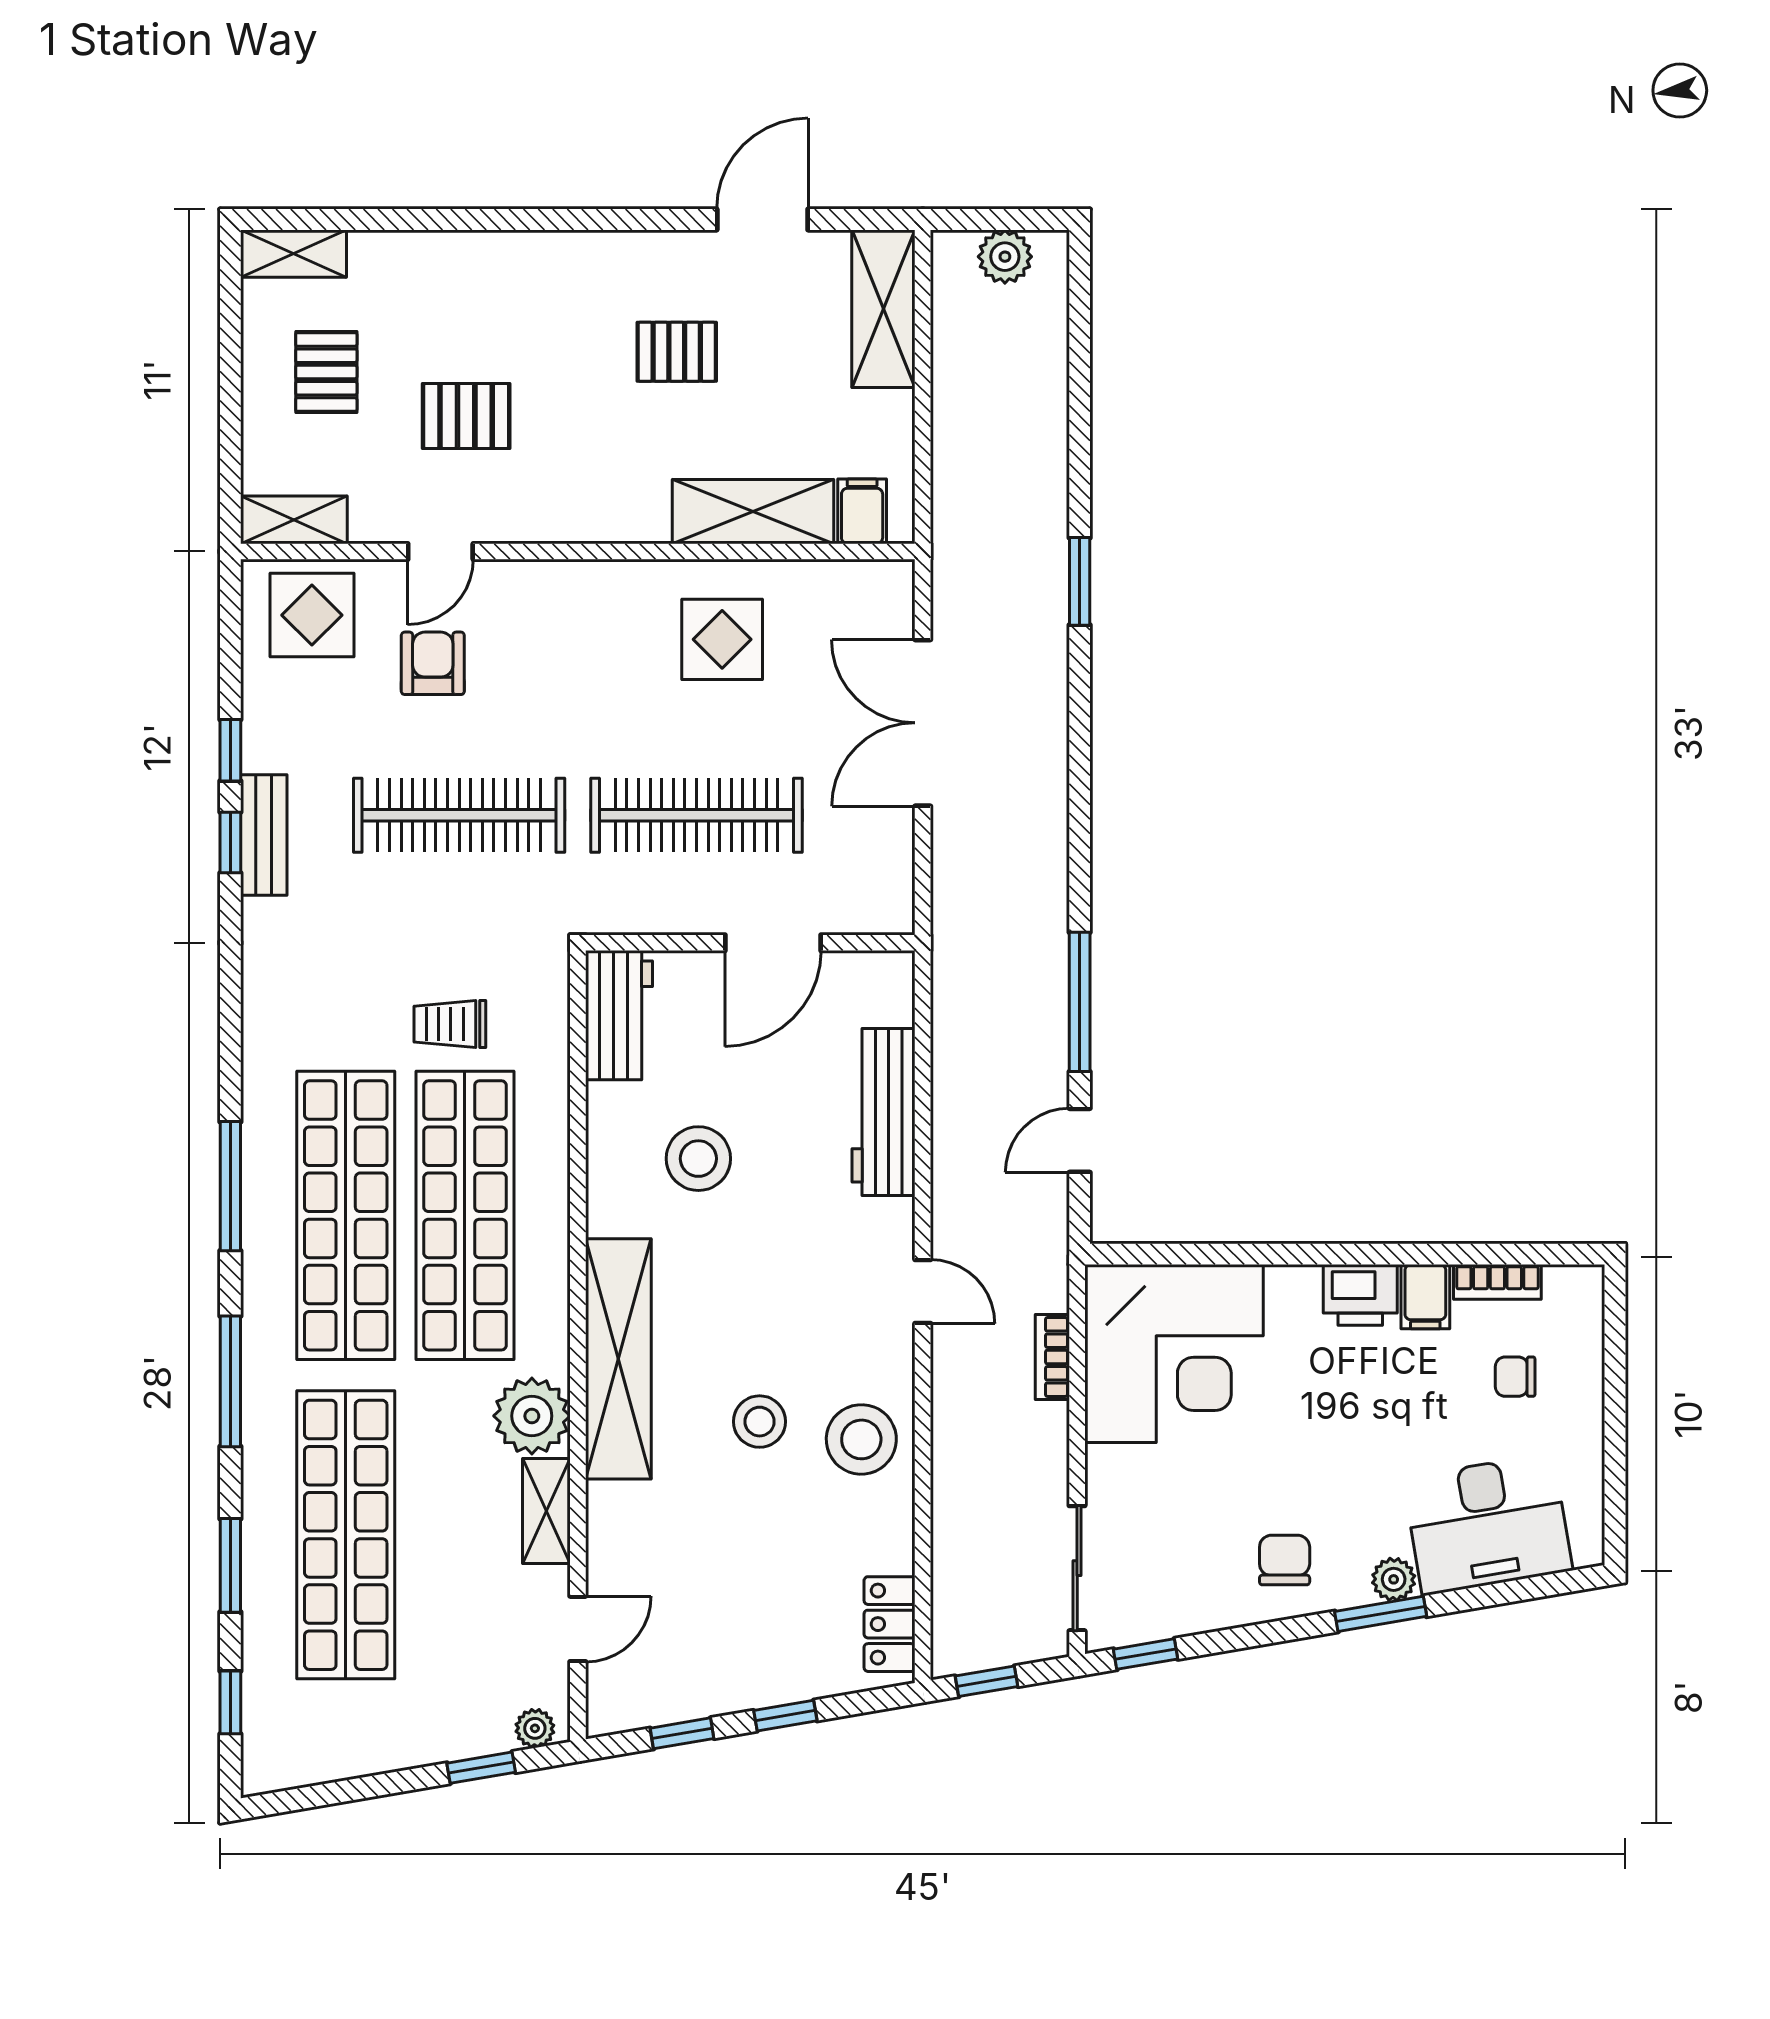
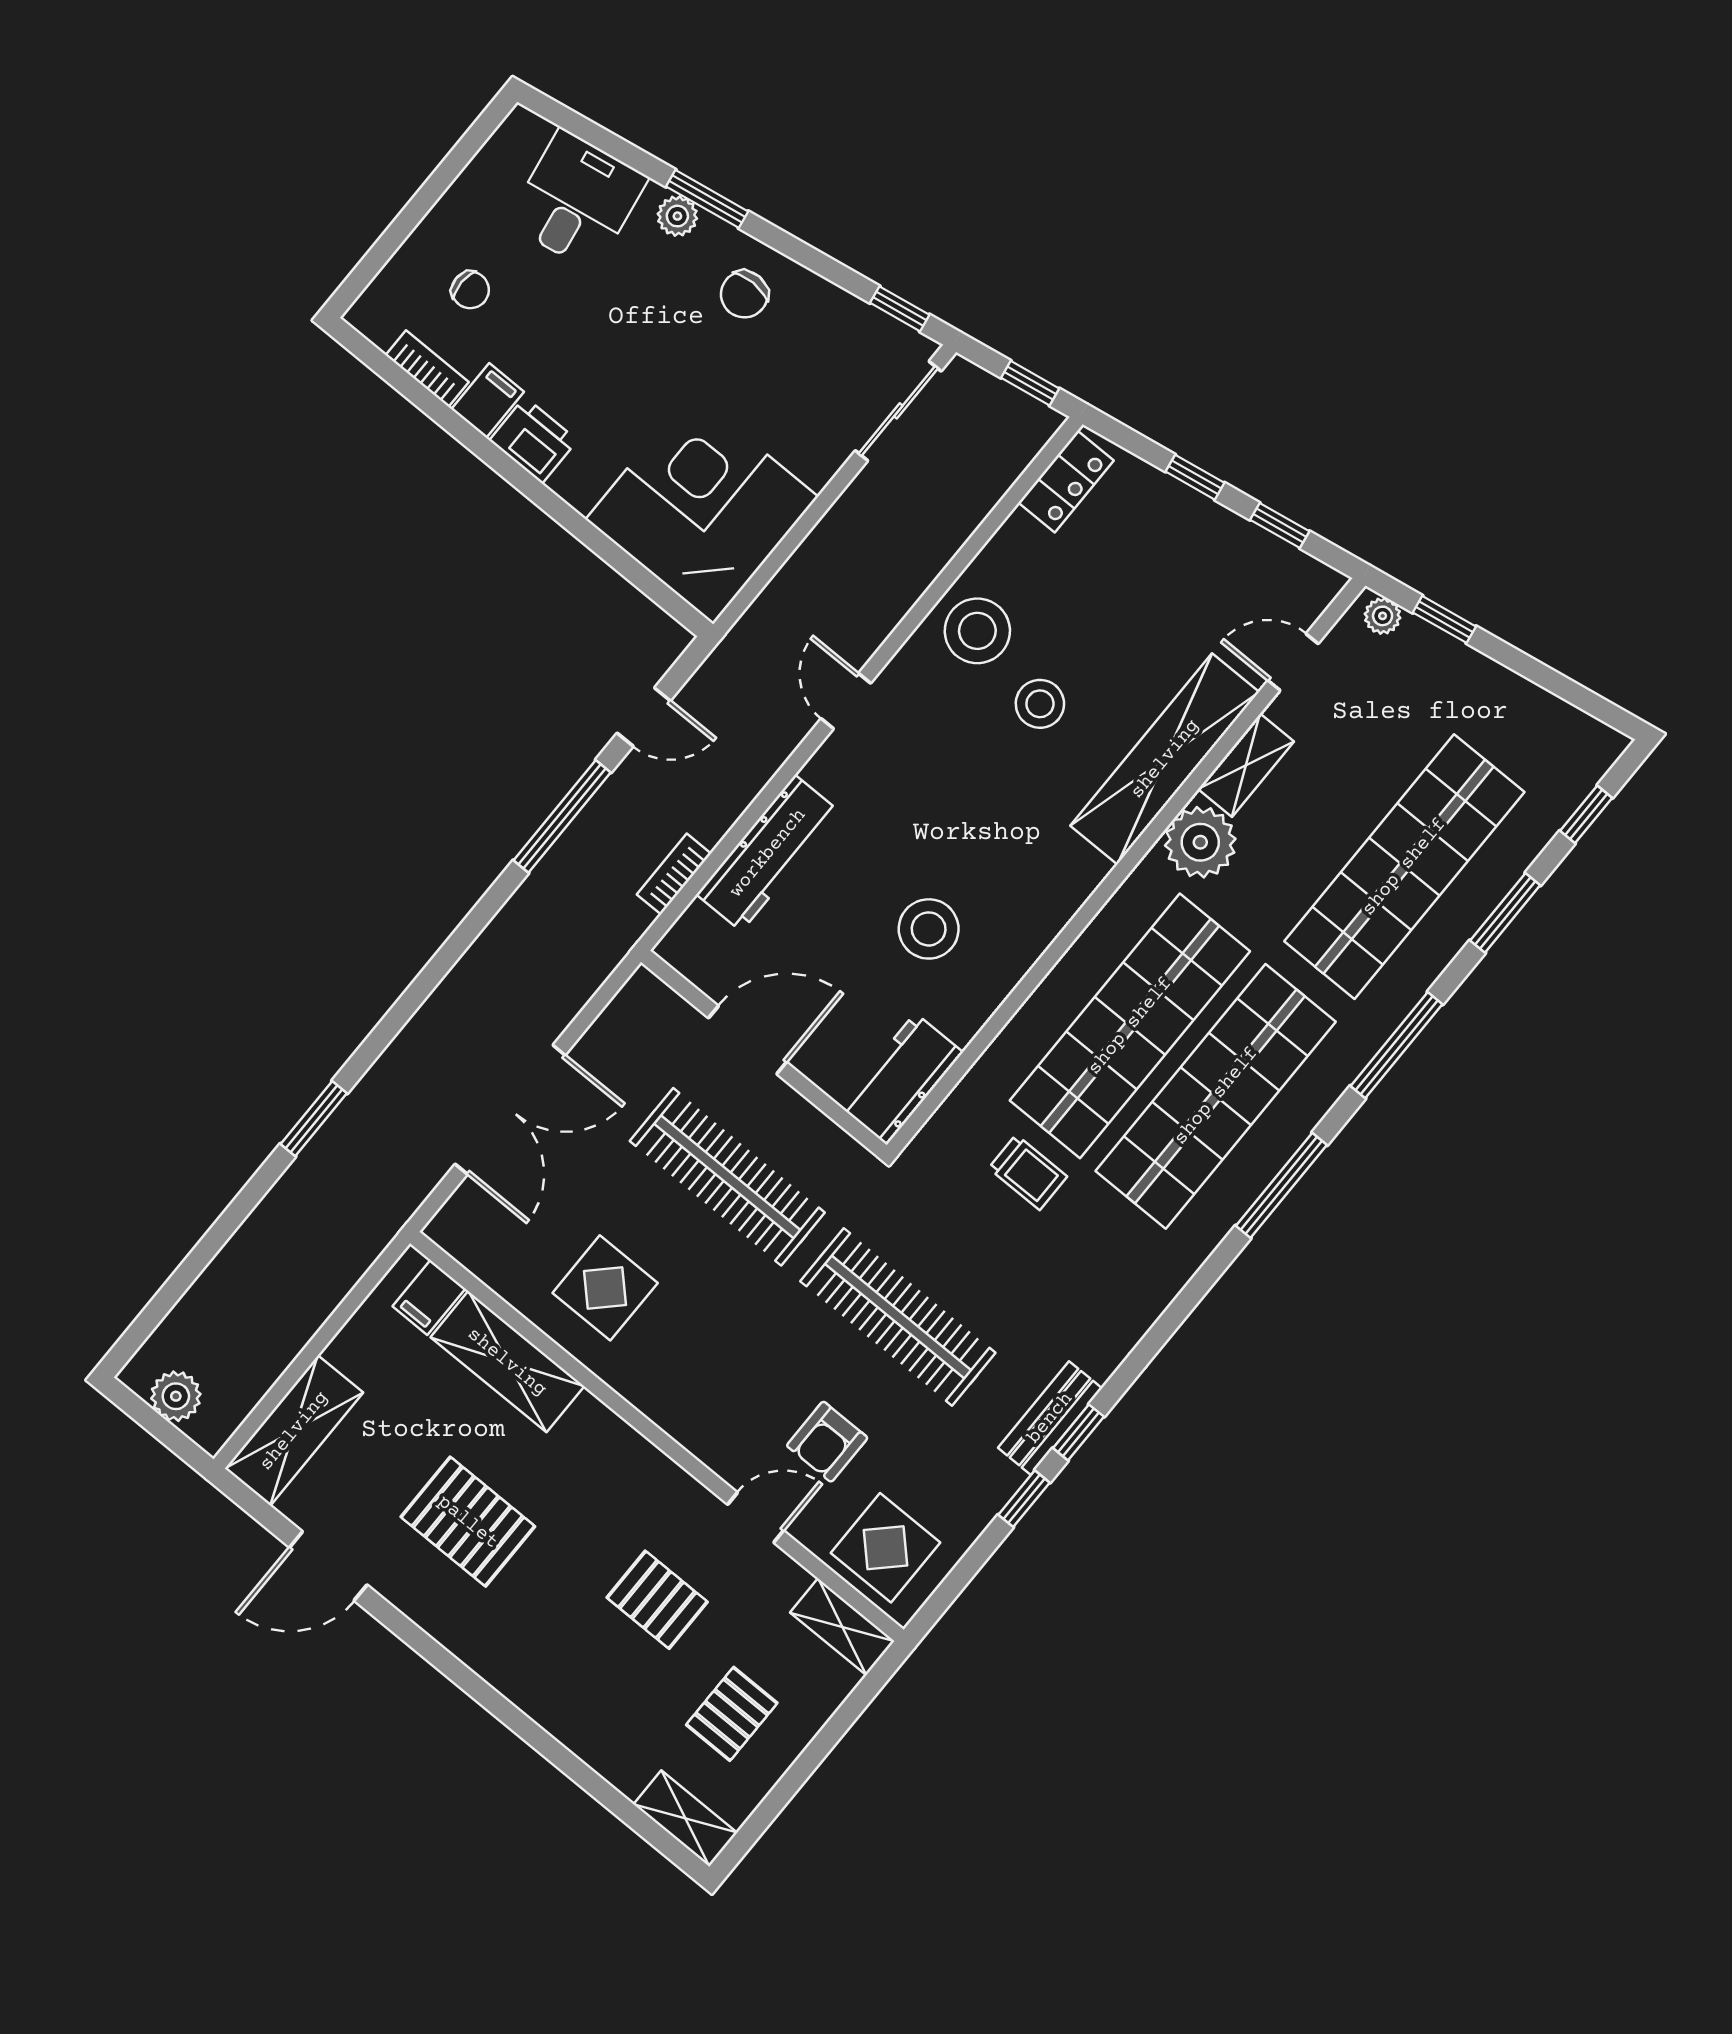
pallet: (677, 352) -> (468, 1522), width x1.50, depth x1.42
bookcase: (1052, 1357) -> (674, 874), moved, turned 180
shelving: (618, 1359) -> (1165, 759), moved
desk: (1488, 1524) -> (577, 200), width x0.73

